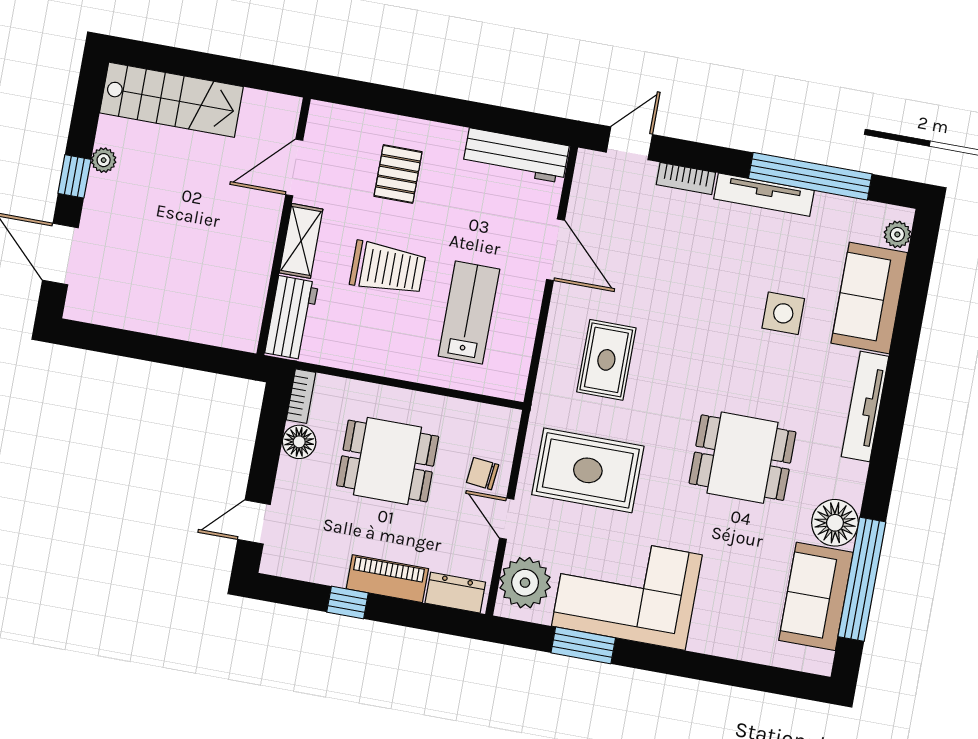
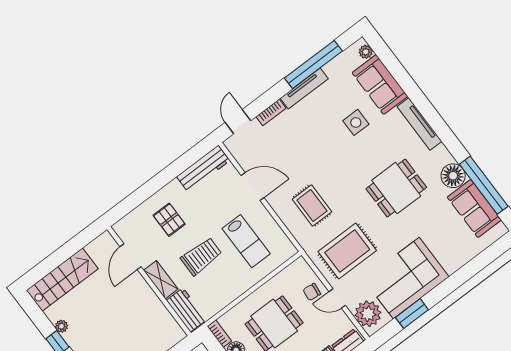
lab bench: (469, 313) -> (246, 241), turned 180

